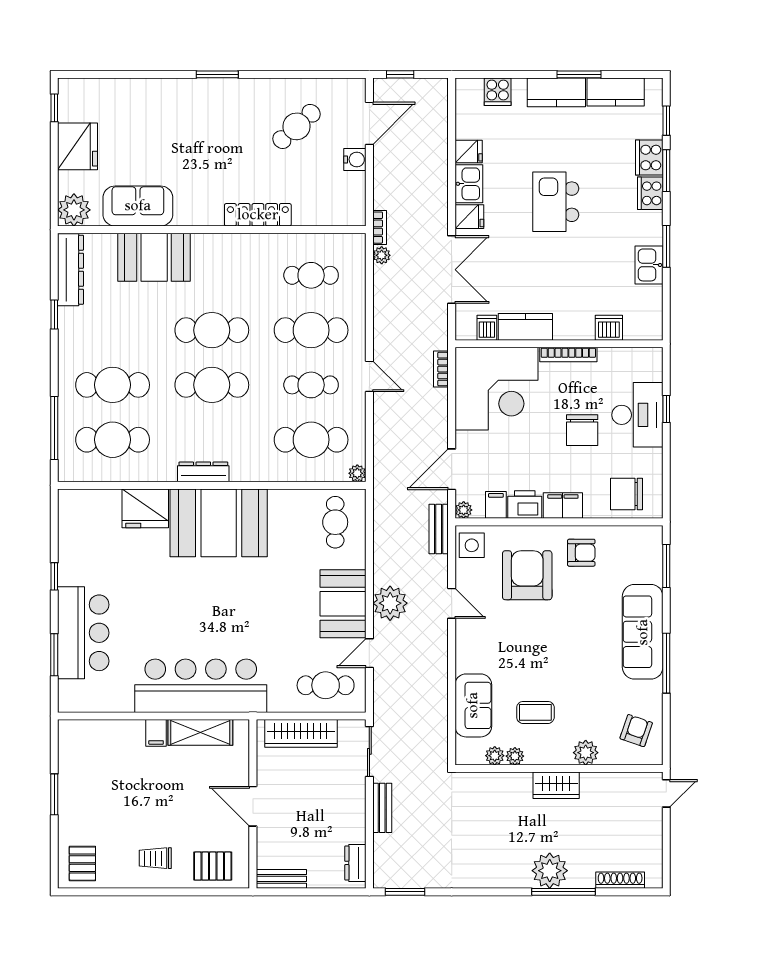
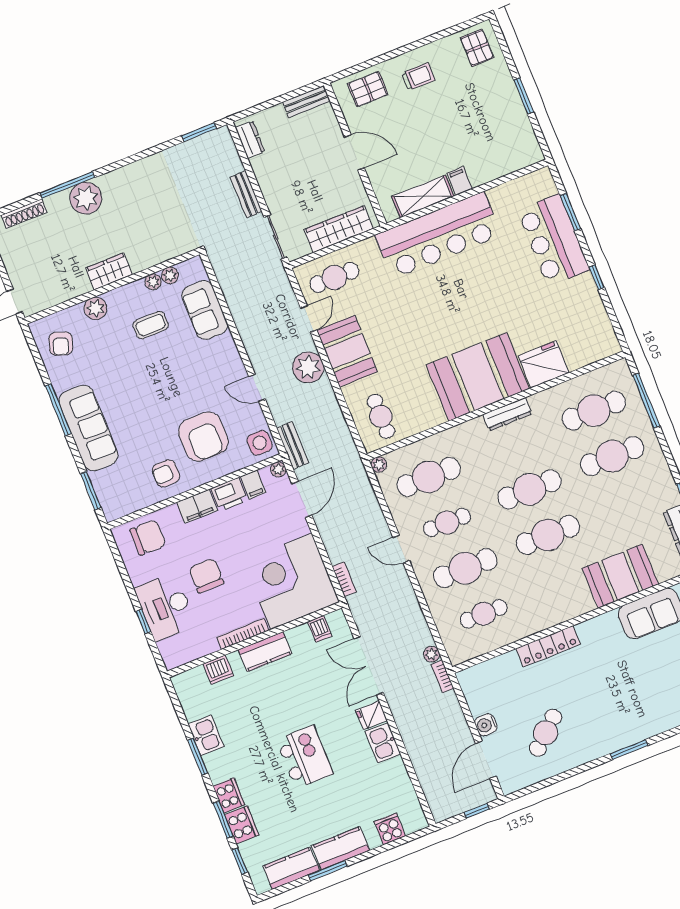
fridge: (469, 151) -> (394, 770), removed
kitchen counter: (525, 327) -> (265, 652), moved

